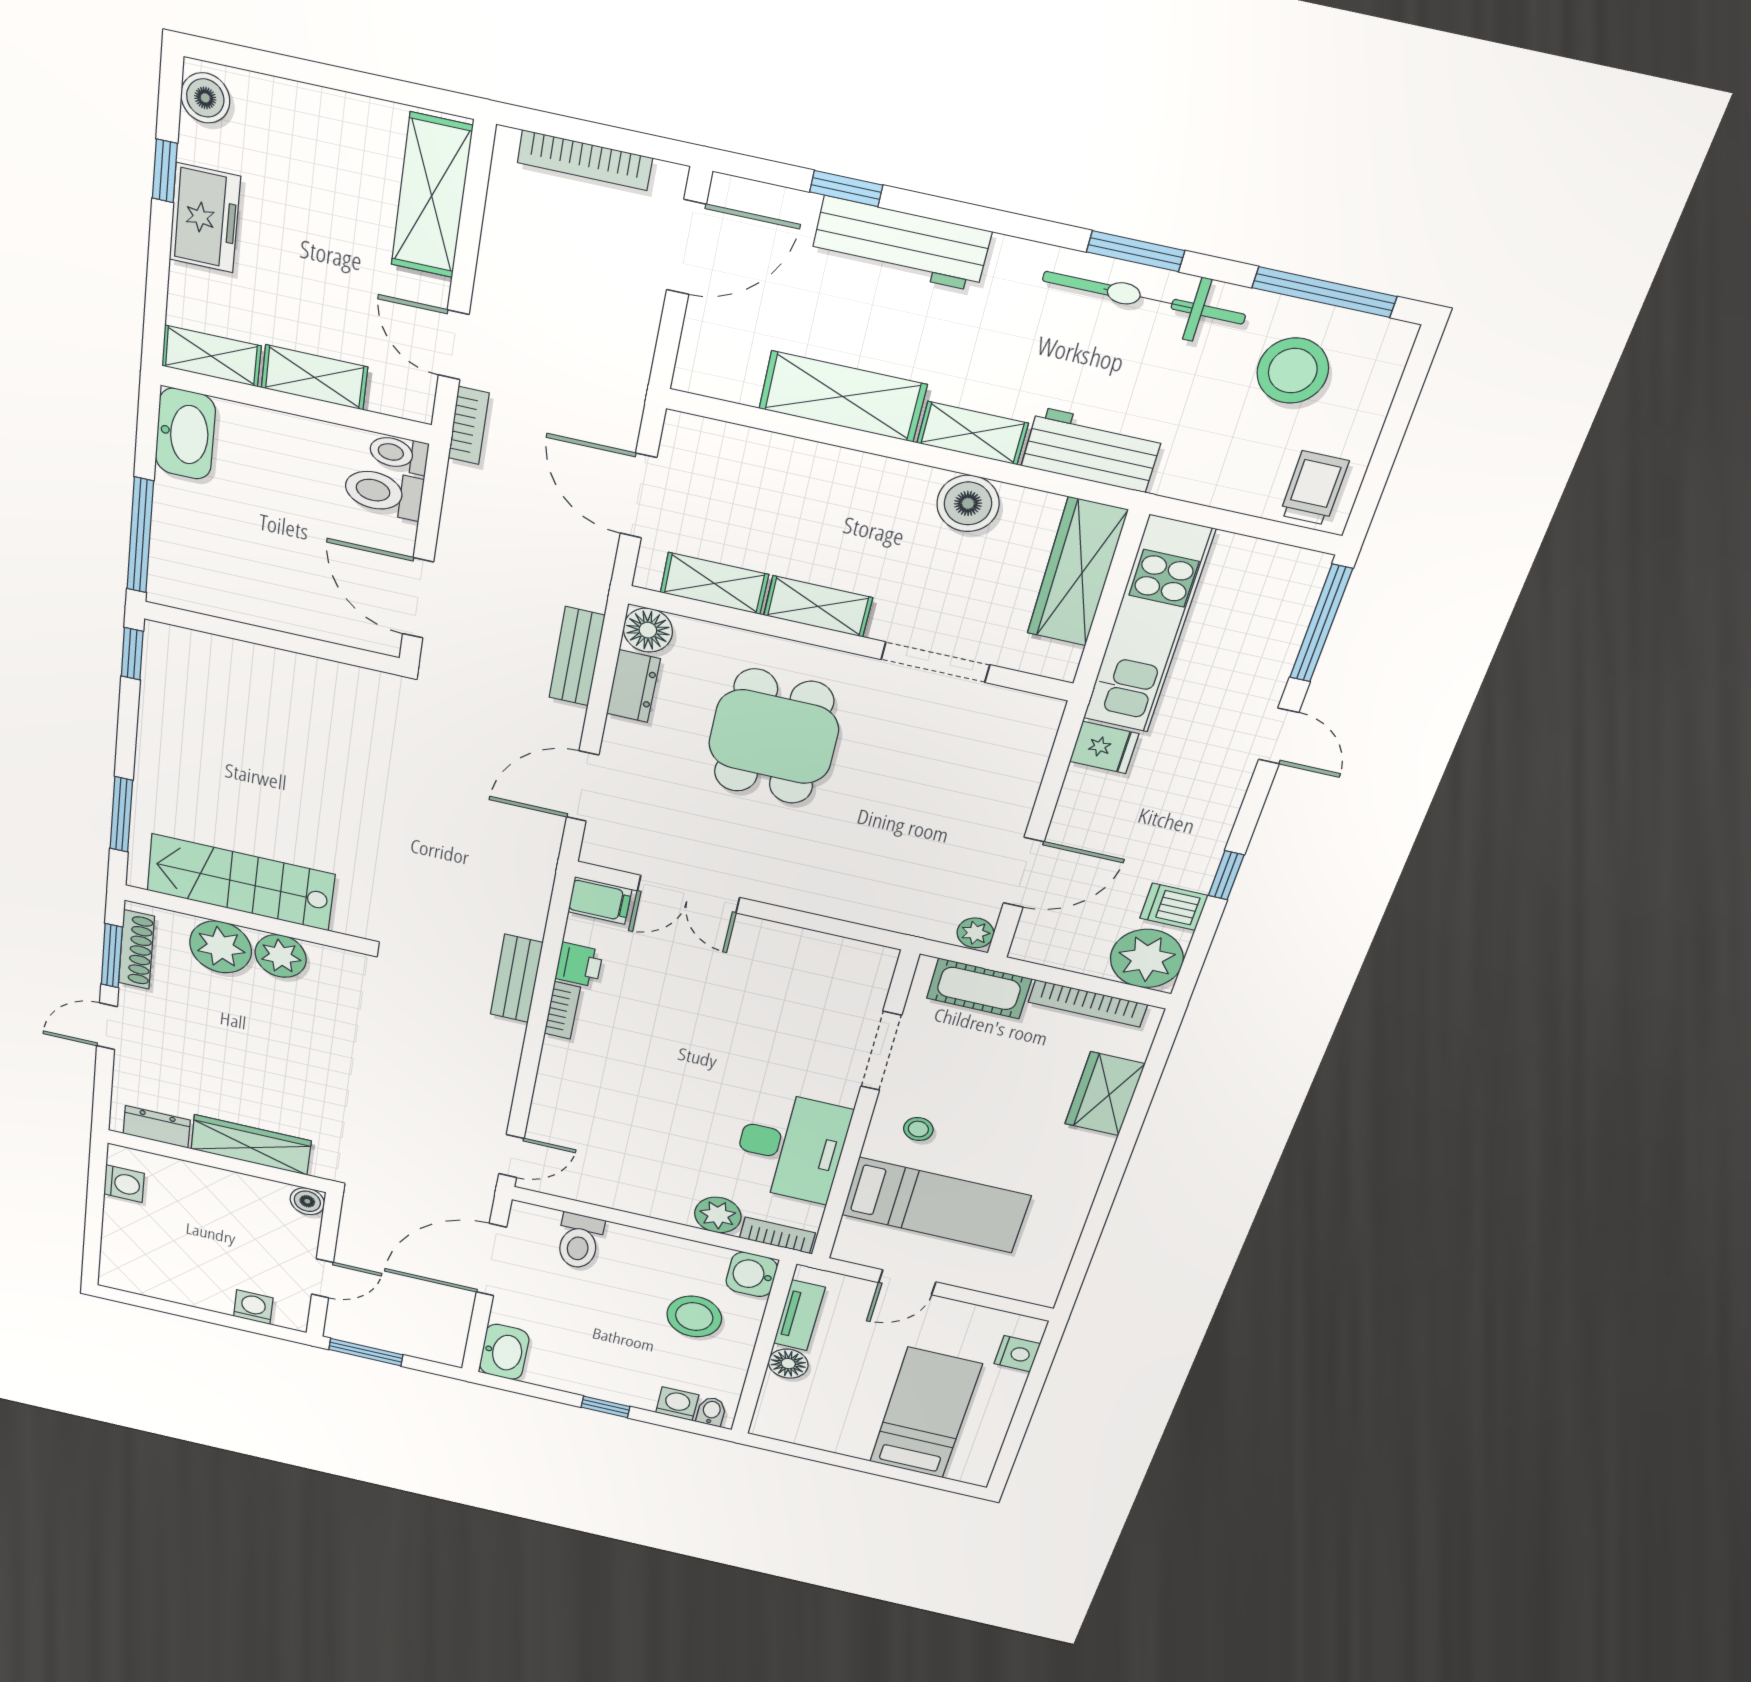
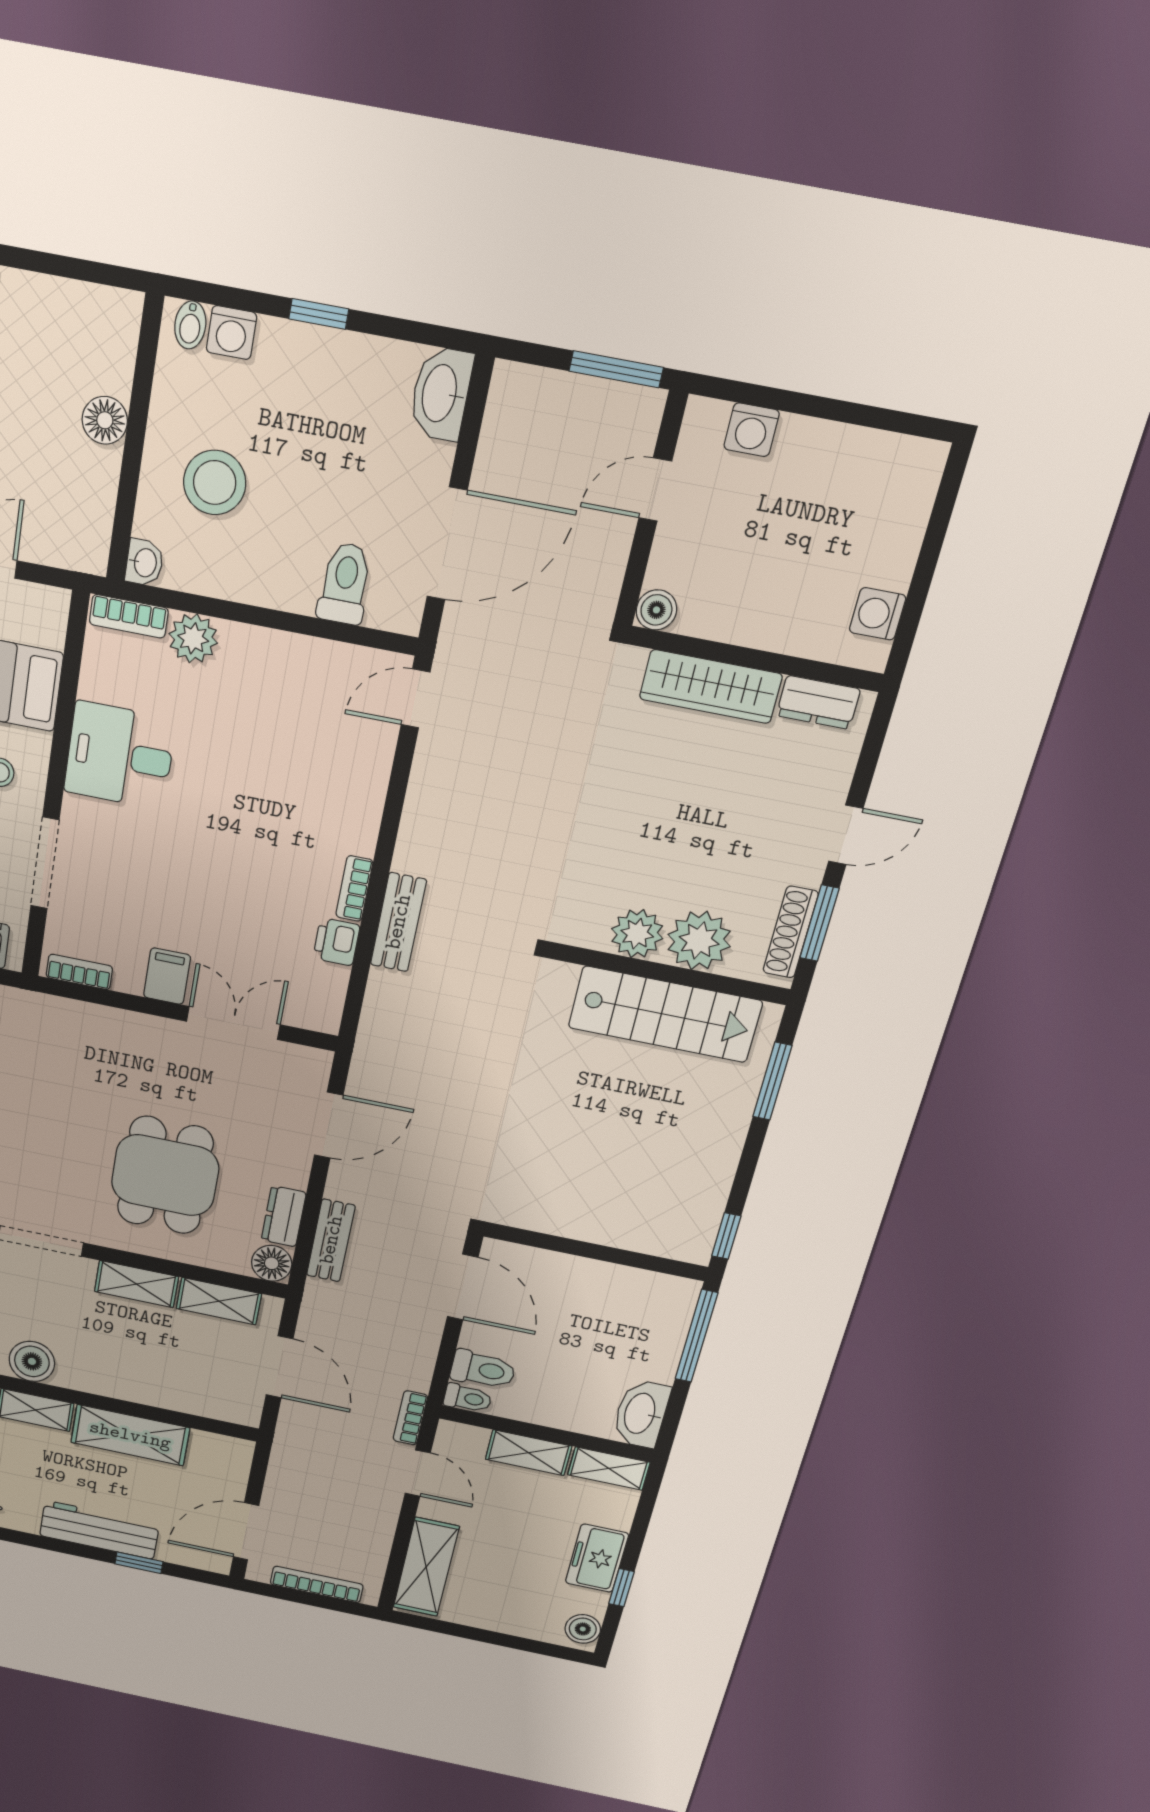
filing cabinet: (600, 901) -> (167, 976), moved, turned 90
bookcase: (855, 951) -> (79, 972), added
desk: (791, 1147) -> (120, 755), width x0.73
washbasin: (752, 1274) -> (144, 563), width x0.72, depth x0.69
tv unit: (799, 1315) -> (98, 499), removed

